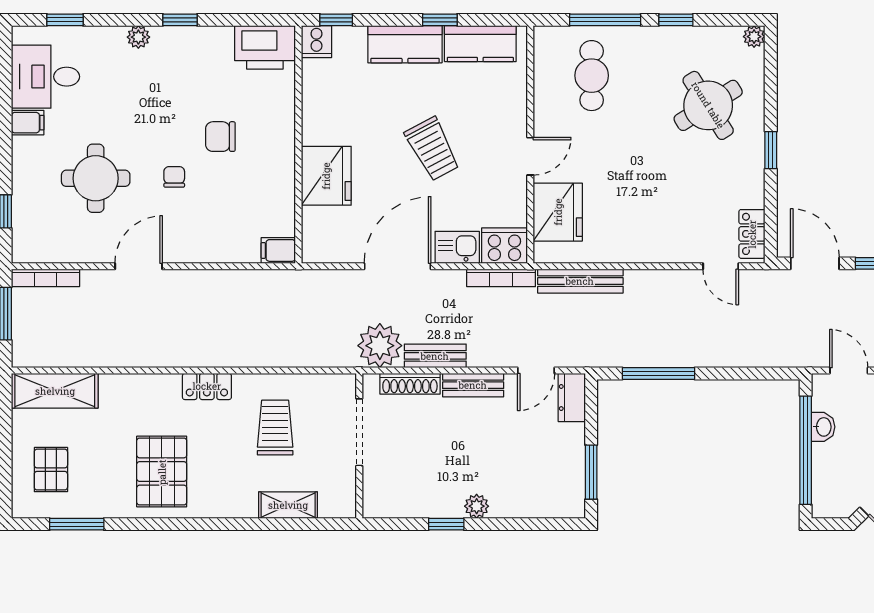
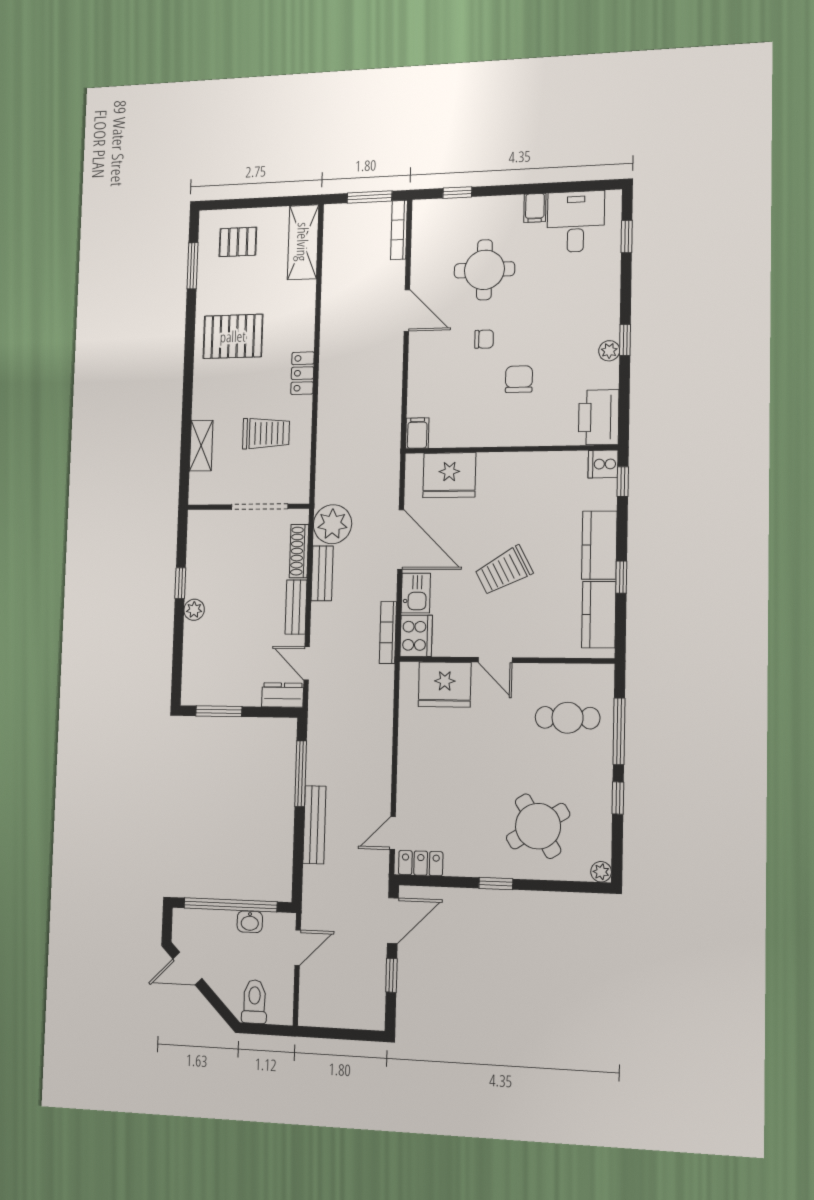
plant: (138, 37) -> (609, 351), moved
fridge: (326, 176) -> (449, 475), moved
bench: (580, 281) -> (314, 825), moved

